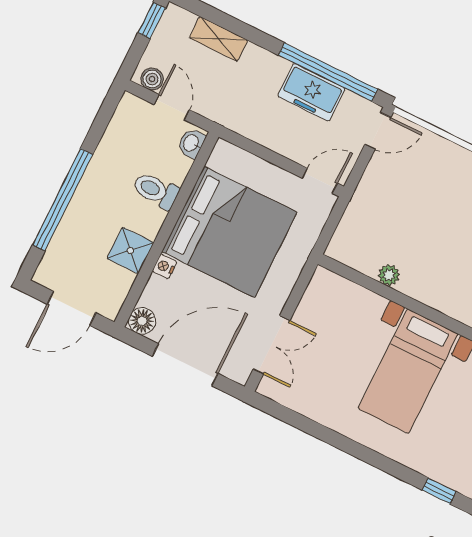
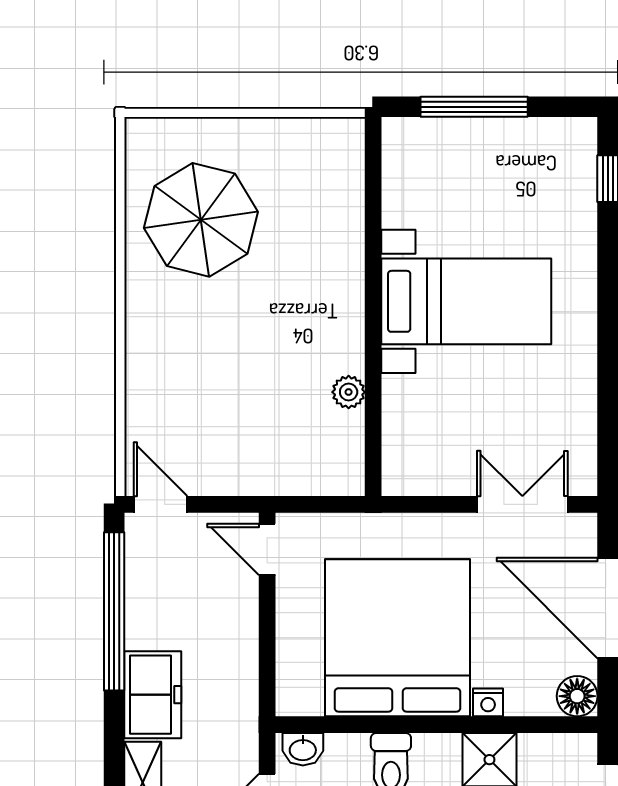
freezer: (311, 92) -> (153, 695), moved

